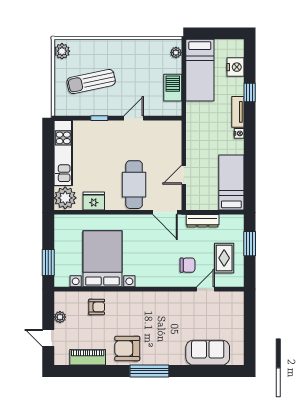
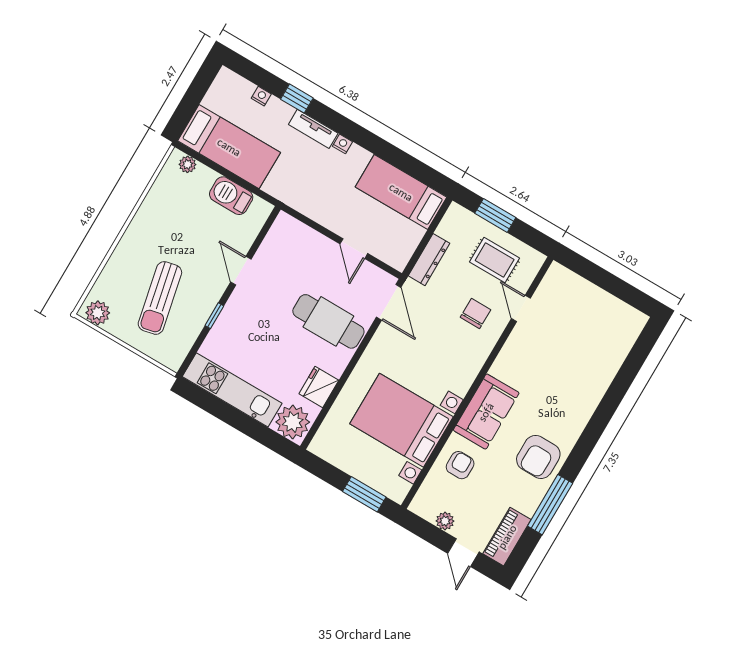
nightstand: (235, 67) -> (261, 96), width x0.53, depth x0.56
door: (165, 212) -> (389, 302), hinge flipped
door: (48, 338) -> (463, 553), hinge flipped
sofa: (208, 353) -> (486, 412), moved, turned 180
piano: (88, 357) -> (507, 537), moved
window: (149, 371) -> (550, 505), moved

